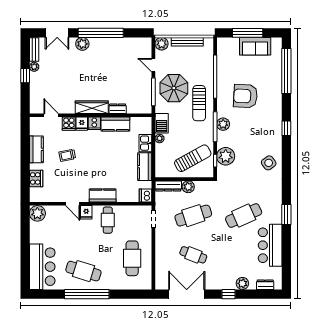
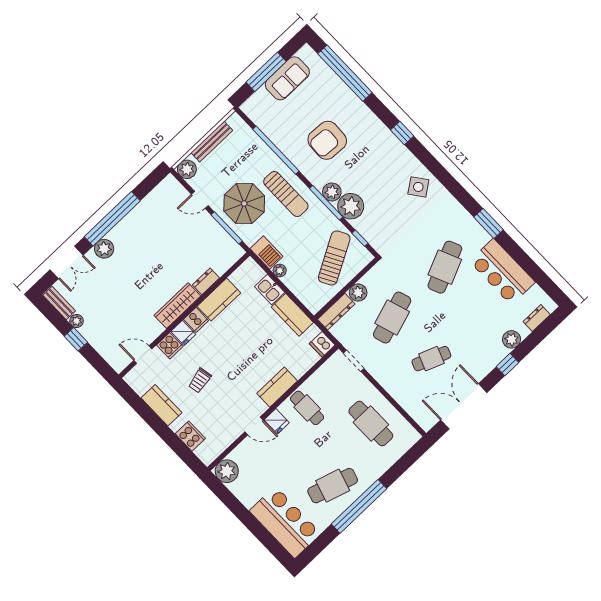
plant: (226, 156) -> (351, 206), moved

